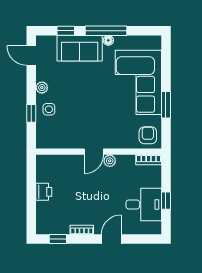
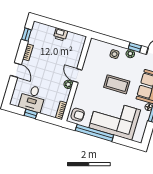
coffee table: (90, 94) -> (117, 84), added
window: (166, 105) -> (94, 133), width x2.11
window: (31, 113) -> (135, 47), moved

